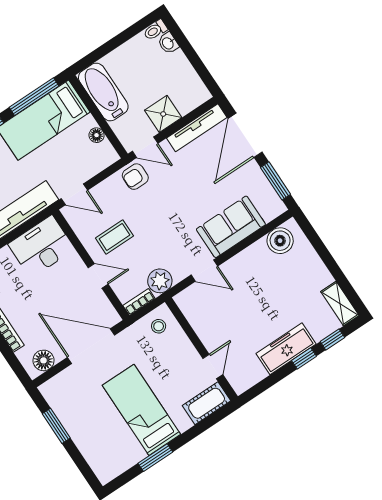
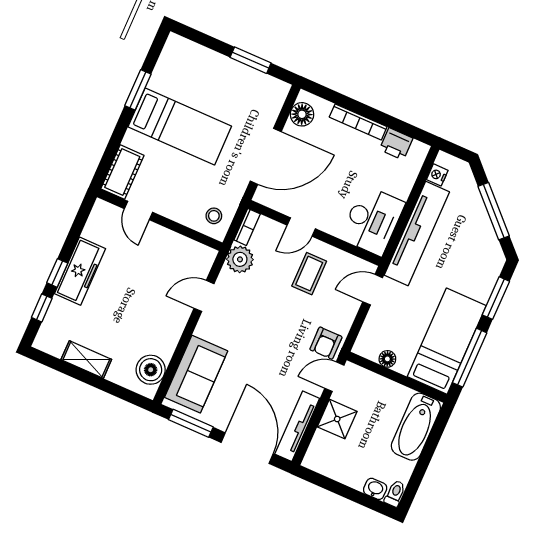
bathtub: (103, 92) -> (416, 427), moved, turned 90
armchair: (135, 177) -> (326, 343), turned 180
sofa: (231, 227) -> (196, 374), moved
shelving: (340, 303) -> (86, 360), moved

